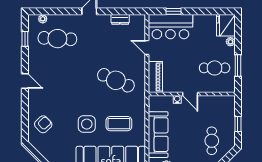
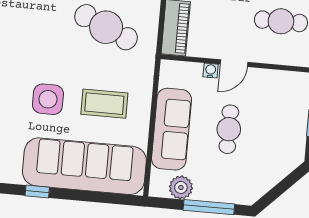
door: (190, 94) -> (234, 63), hinge flipped
cafe table: (212, 141) -> (229, 129), moved

